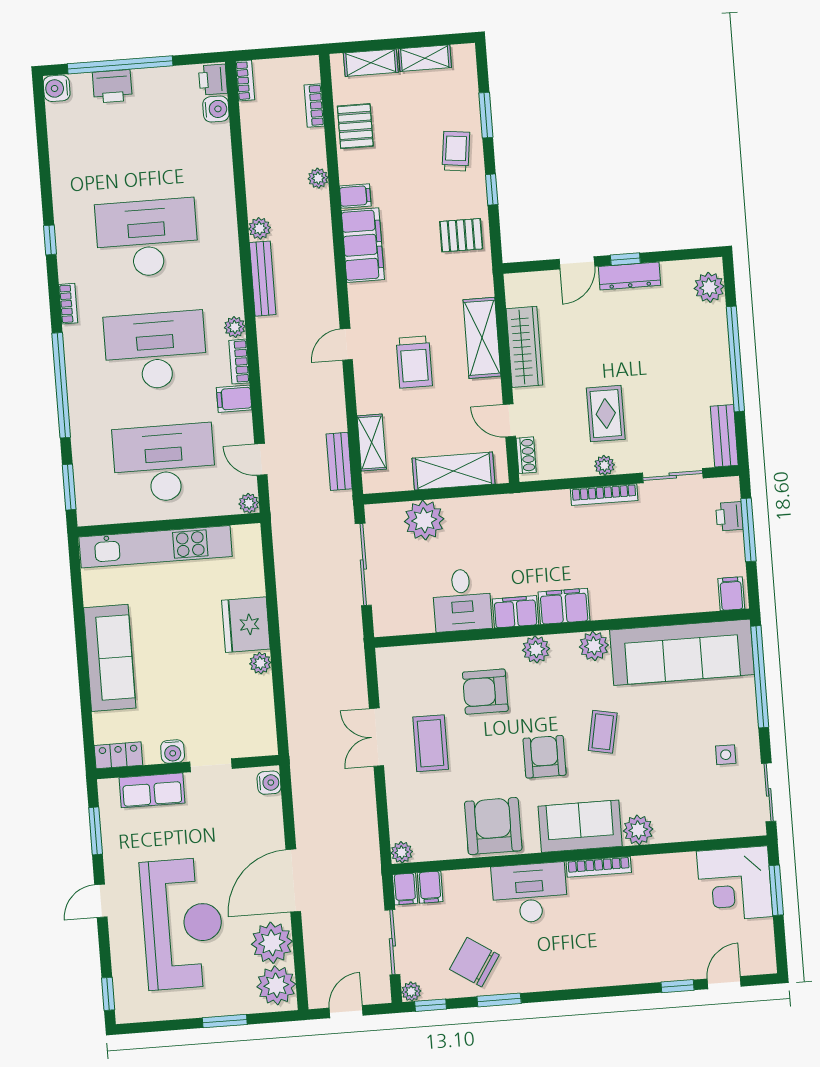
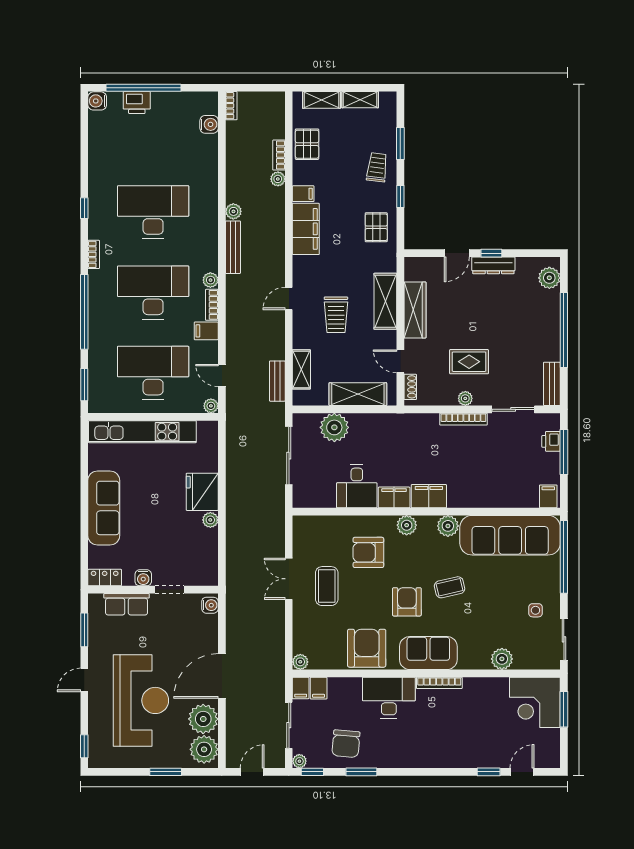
printer: (213, 80) -> (209, 103), removed
bookcase: (314, 105) -> (279, 155), moved
pallet: (461, 235) -> (376, 227), turned 90
rug: (606, 414) -> (469, 362), turned 90
coffee table: (603, 732) -> (450, 587), turned 66
plant: (638, 830) -> (502, 659), moved
chair: (474, 962) -> (346, 744), turned -118

